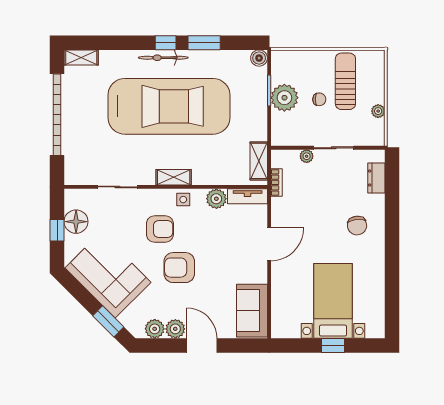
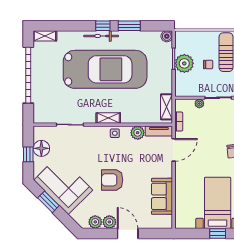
armchair: (160, 229) -> (99, 153), removed
door: (269, 244) -> (174, 150), moved
sofa: (252, 311) -> (162, 196), moved
window: (108, 321) -> (48, 202), moved

